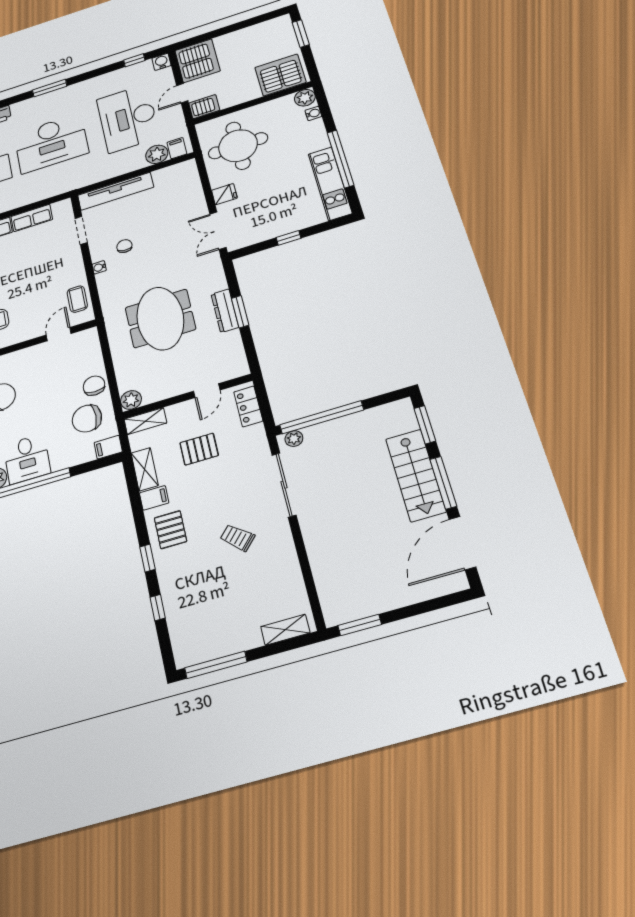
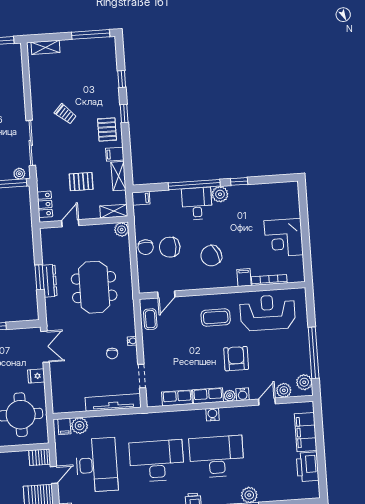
chair: (87, 419) -> (170, 247), moved, turned 180

